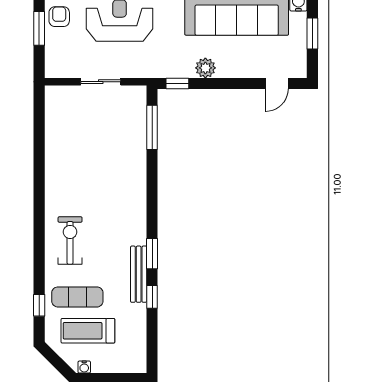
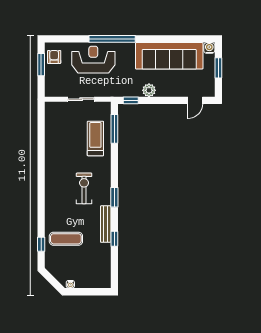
exercise bike: (70, 240) -> (84, 188), moved
window: (152, 254) -> (114, 197), moved
treadmill: (88, 331) -> (95, 138), moved, turned 90

